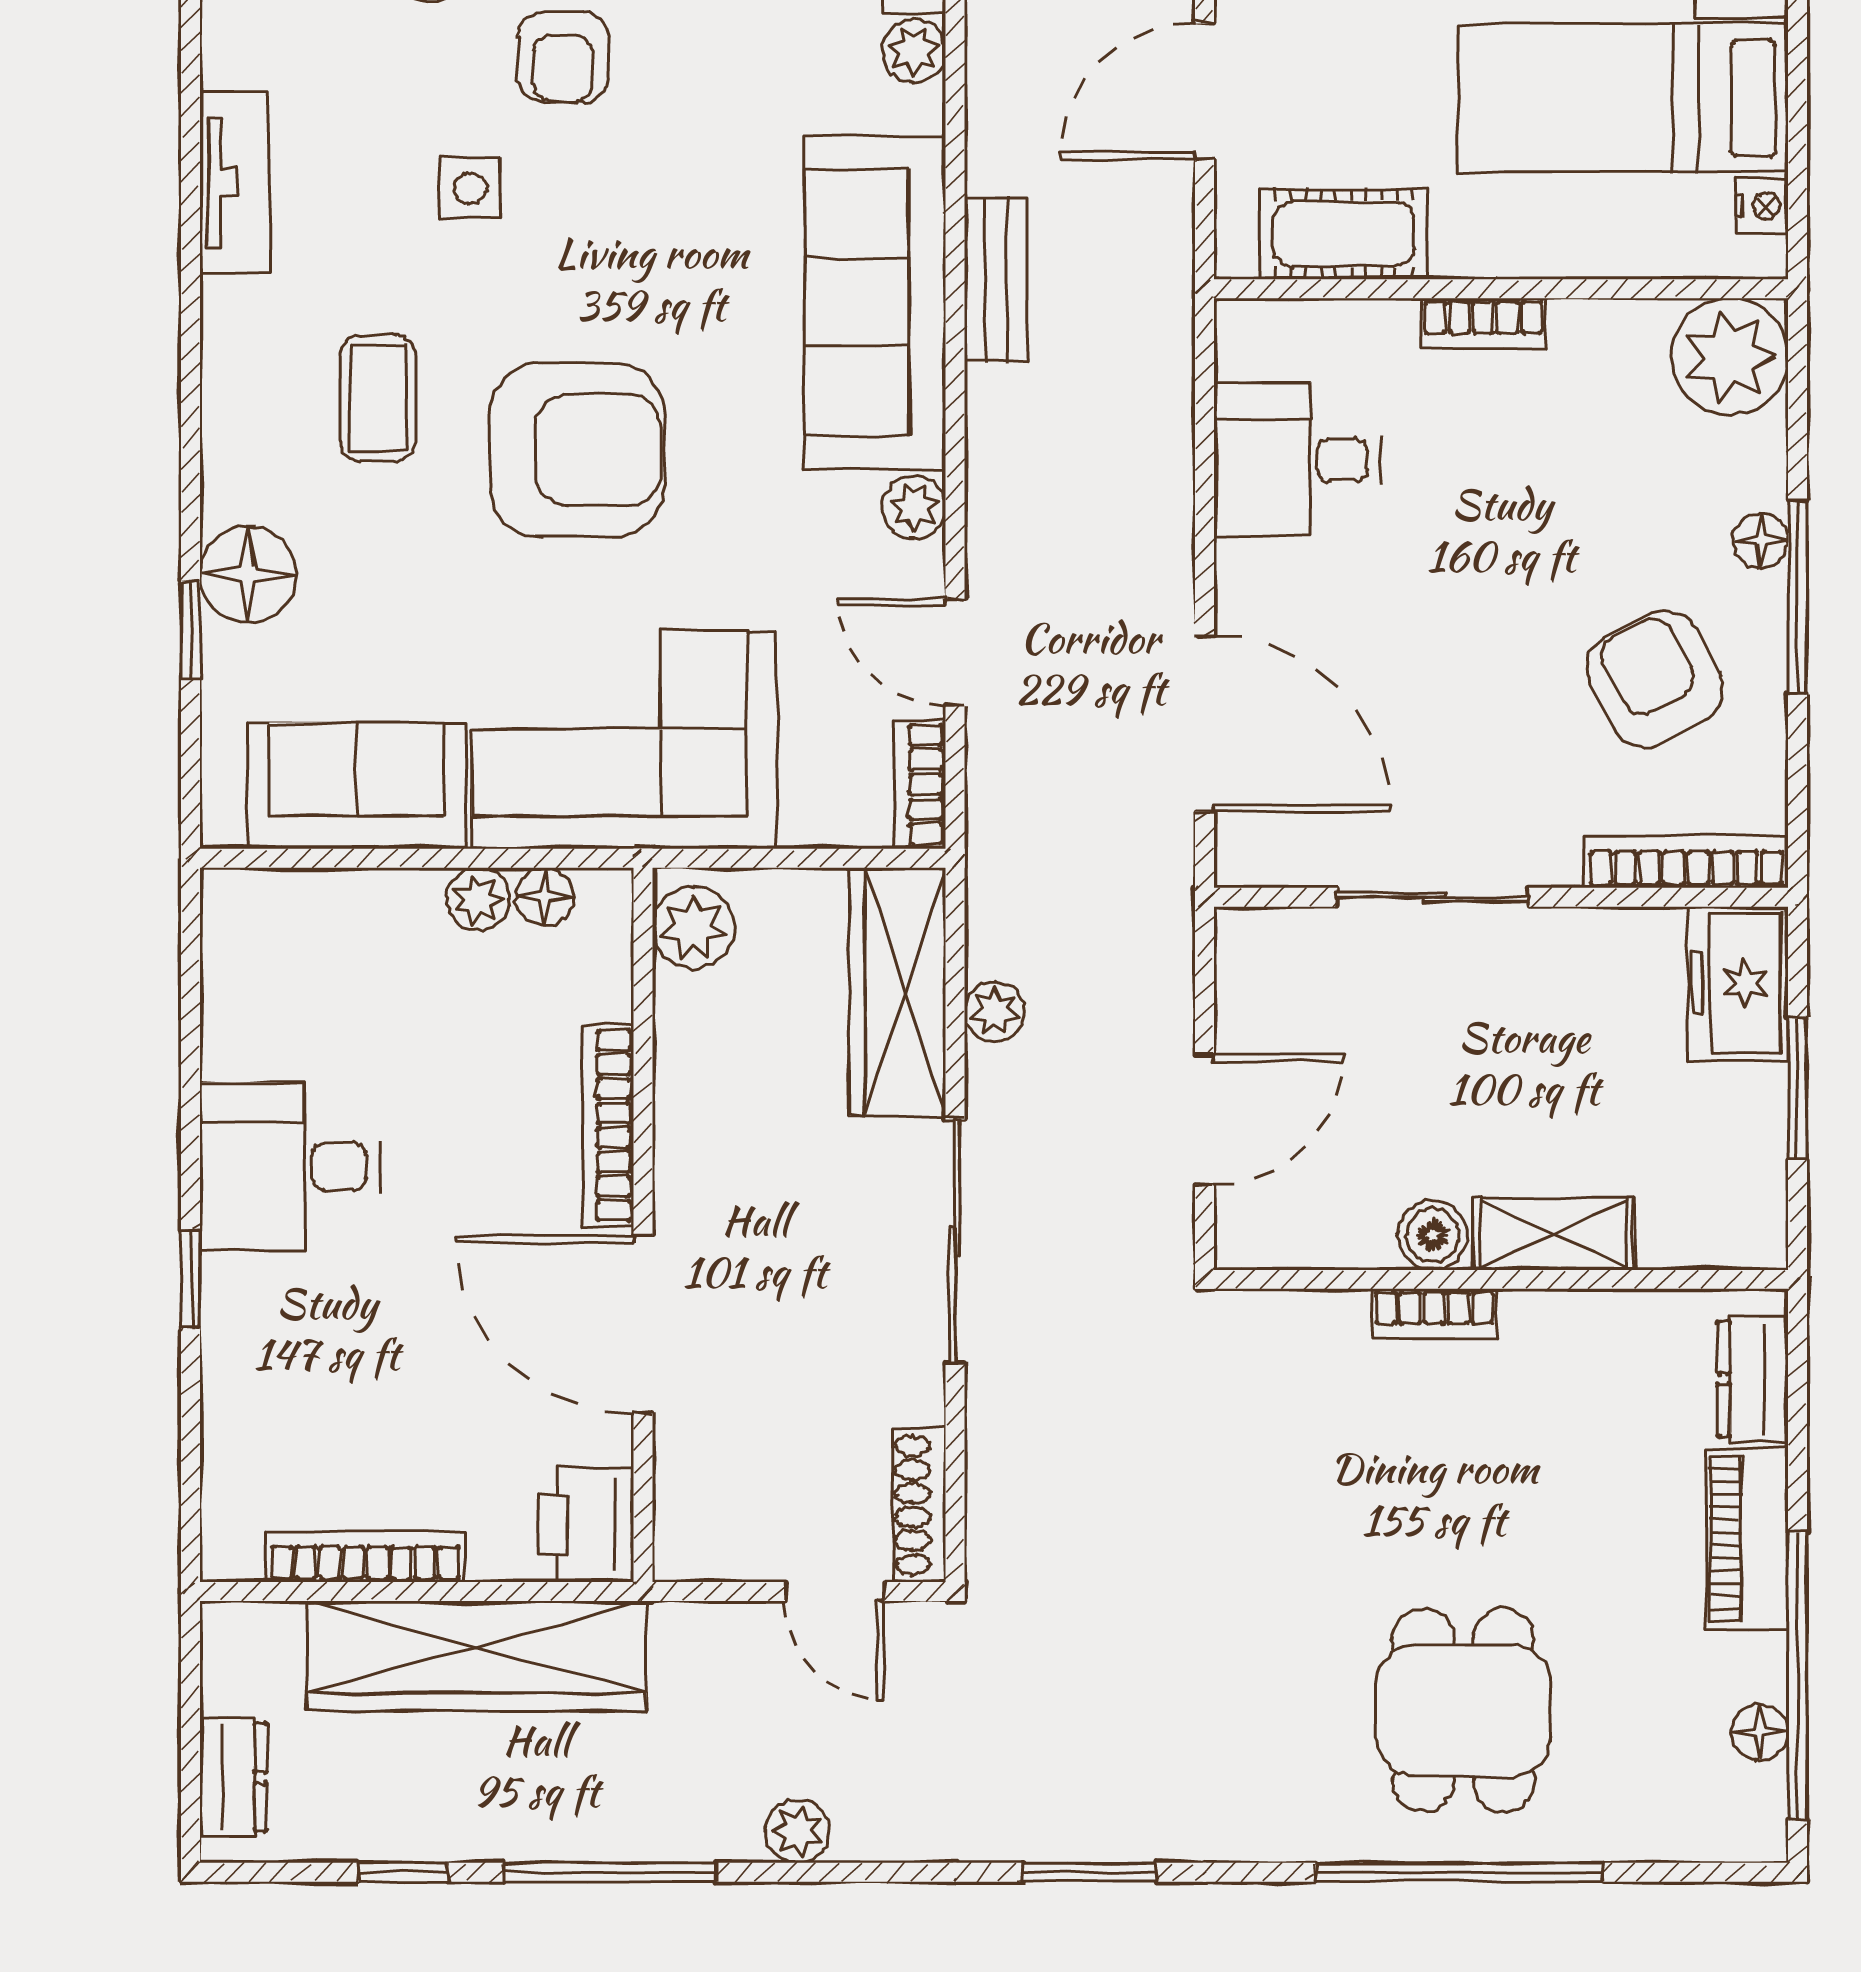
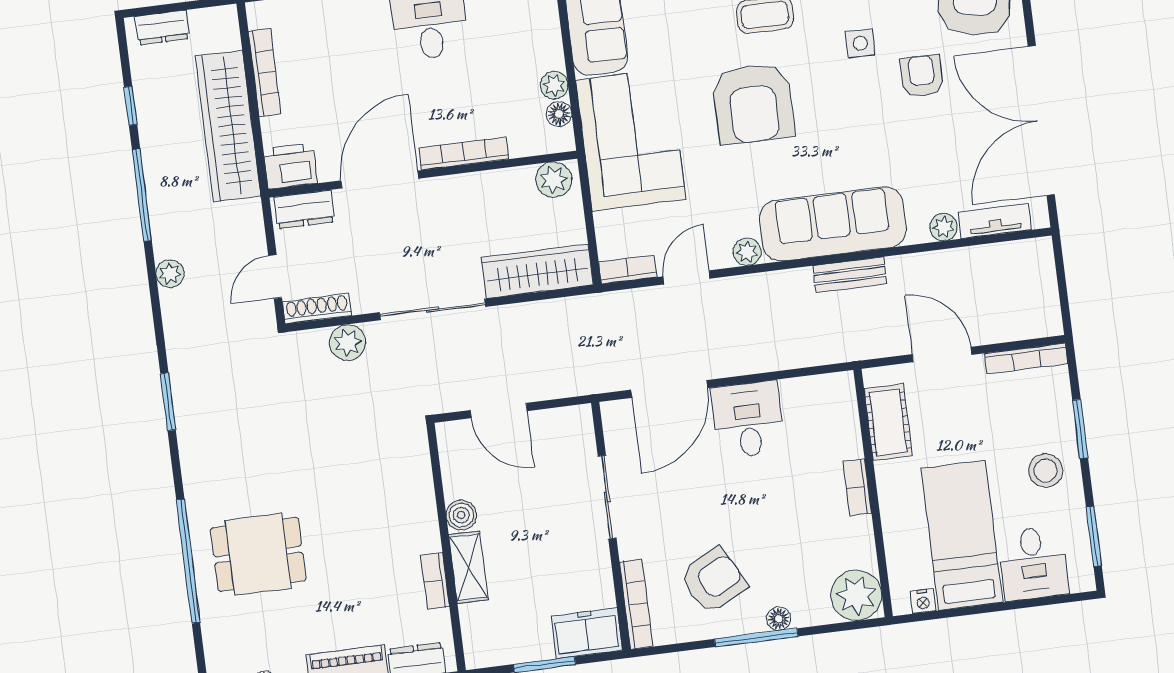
armchair: (563, 57) -> (922, 76), turned 90
desk: (1297, 460) -> (748, 420), moved
plant: (994, 1012) -> (348, 343), moved, width x1.38, depth x1.38
bookcase: (1434, 1314) -> (435, 581), moved
dresser: (690, 1506) -> (304, 210), added

